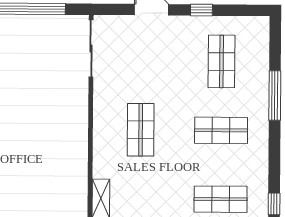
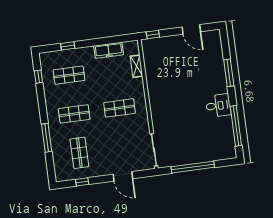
window: (201, 10) -> (82, 182), moved
shop shelf: (141, 130) -> (120, 108), turned 90

